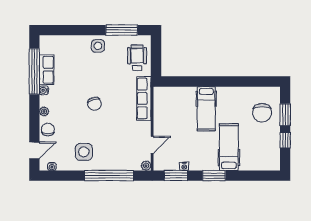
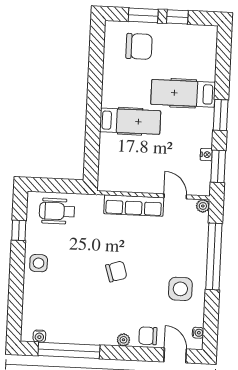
window: (122, 30) -> (19, 230), width x0.46
row of seats: (47, 70) -> (67, 334), removed
water cooler: (44, 90) -> (39, 336), moved
row of seats: (144, 98) -> (134, 206), moved

